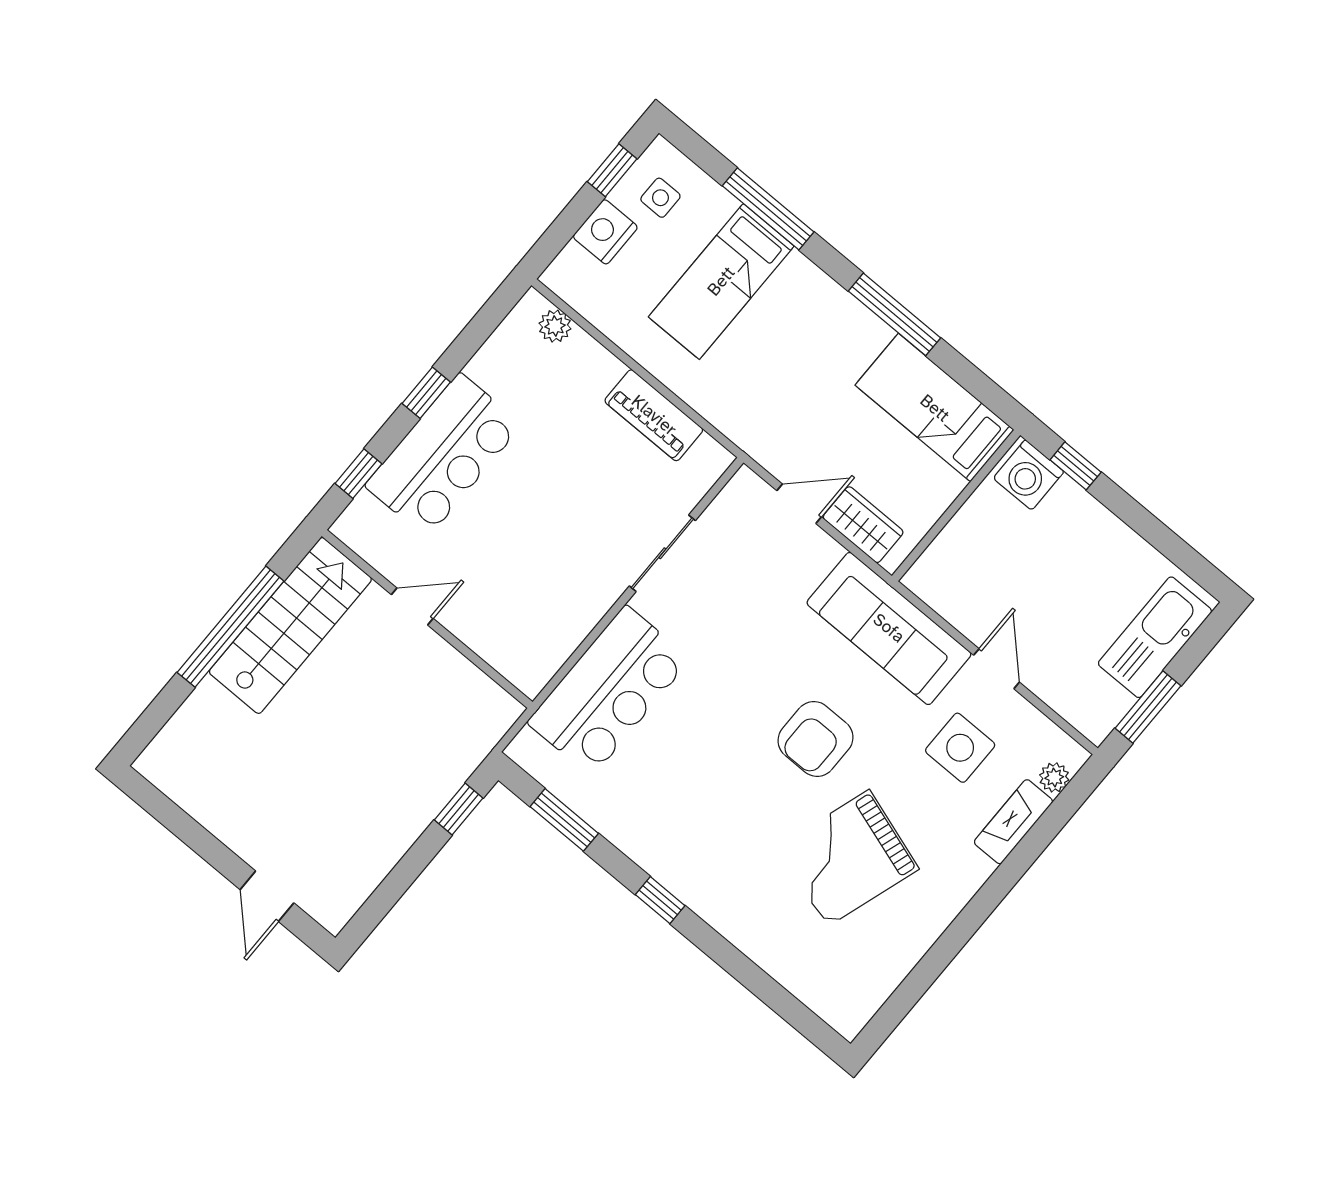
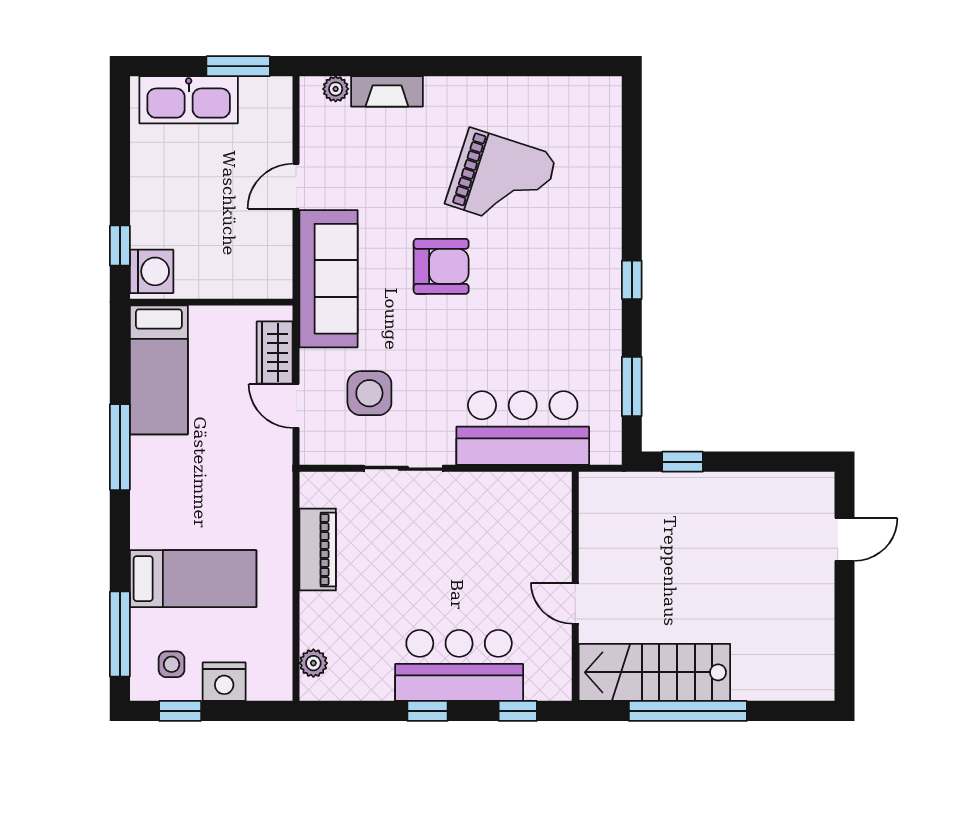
window: (768, 209) -> (120, 634), moved
side table: (960, 748) -> (369, 393), moved

